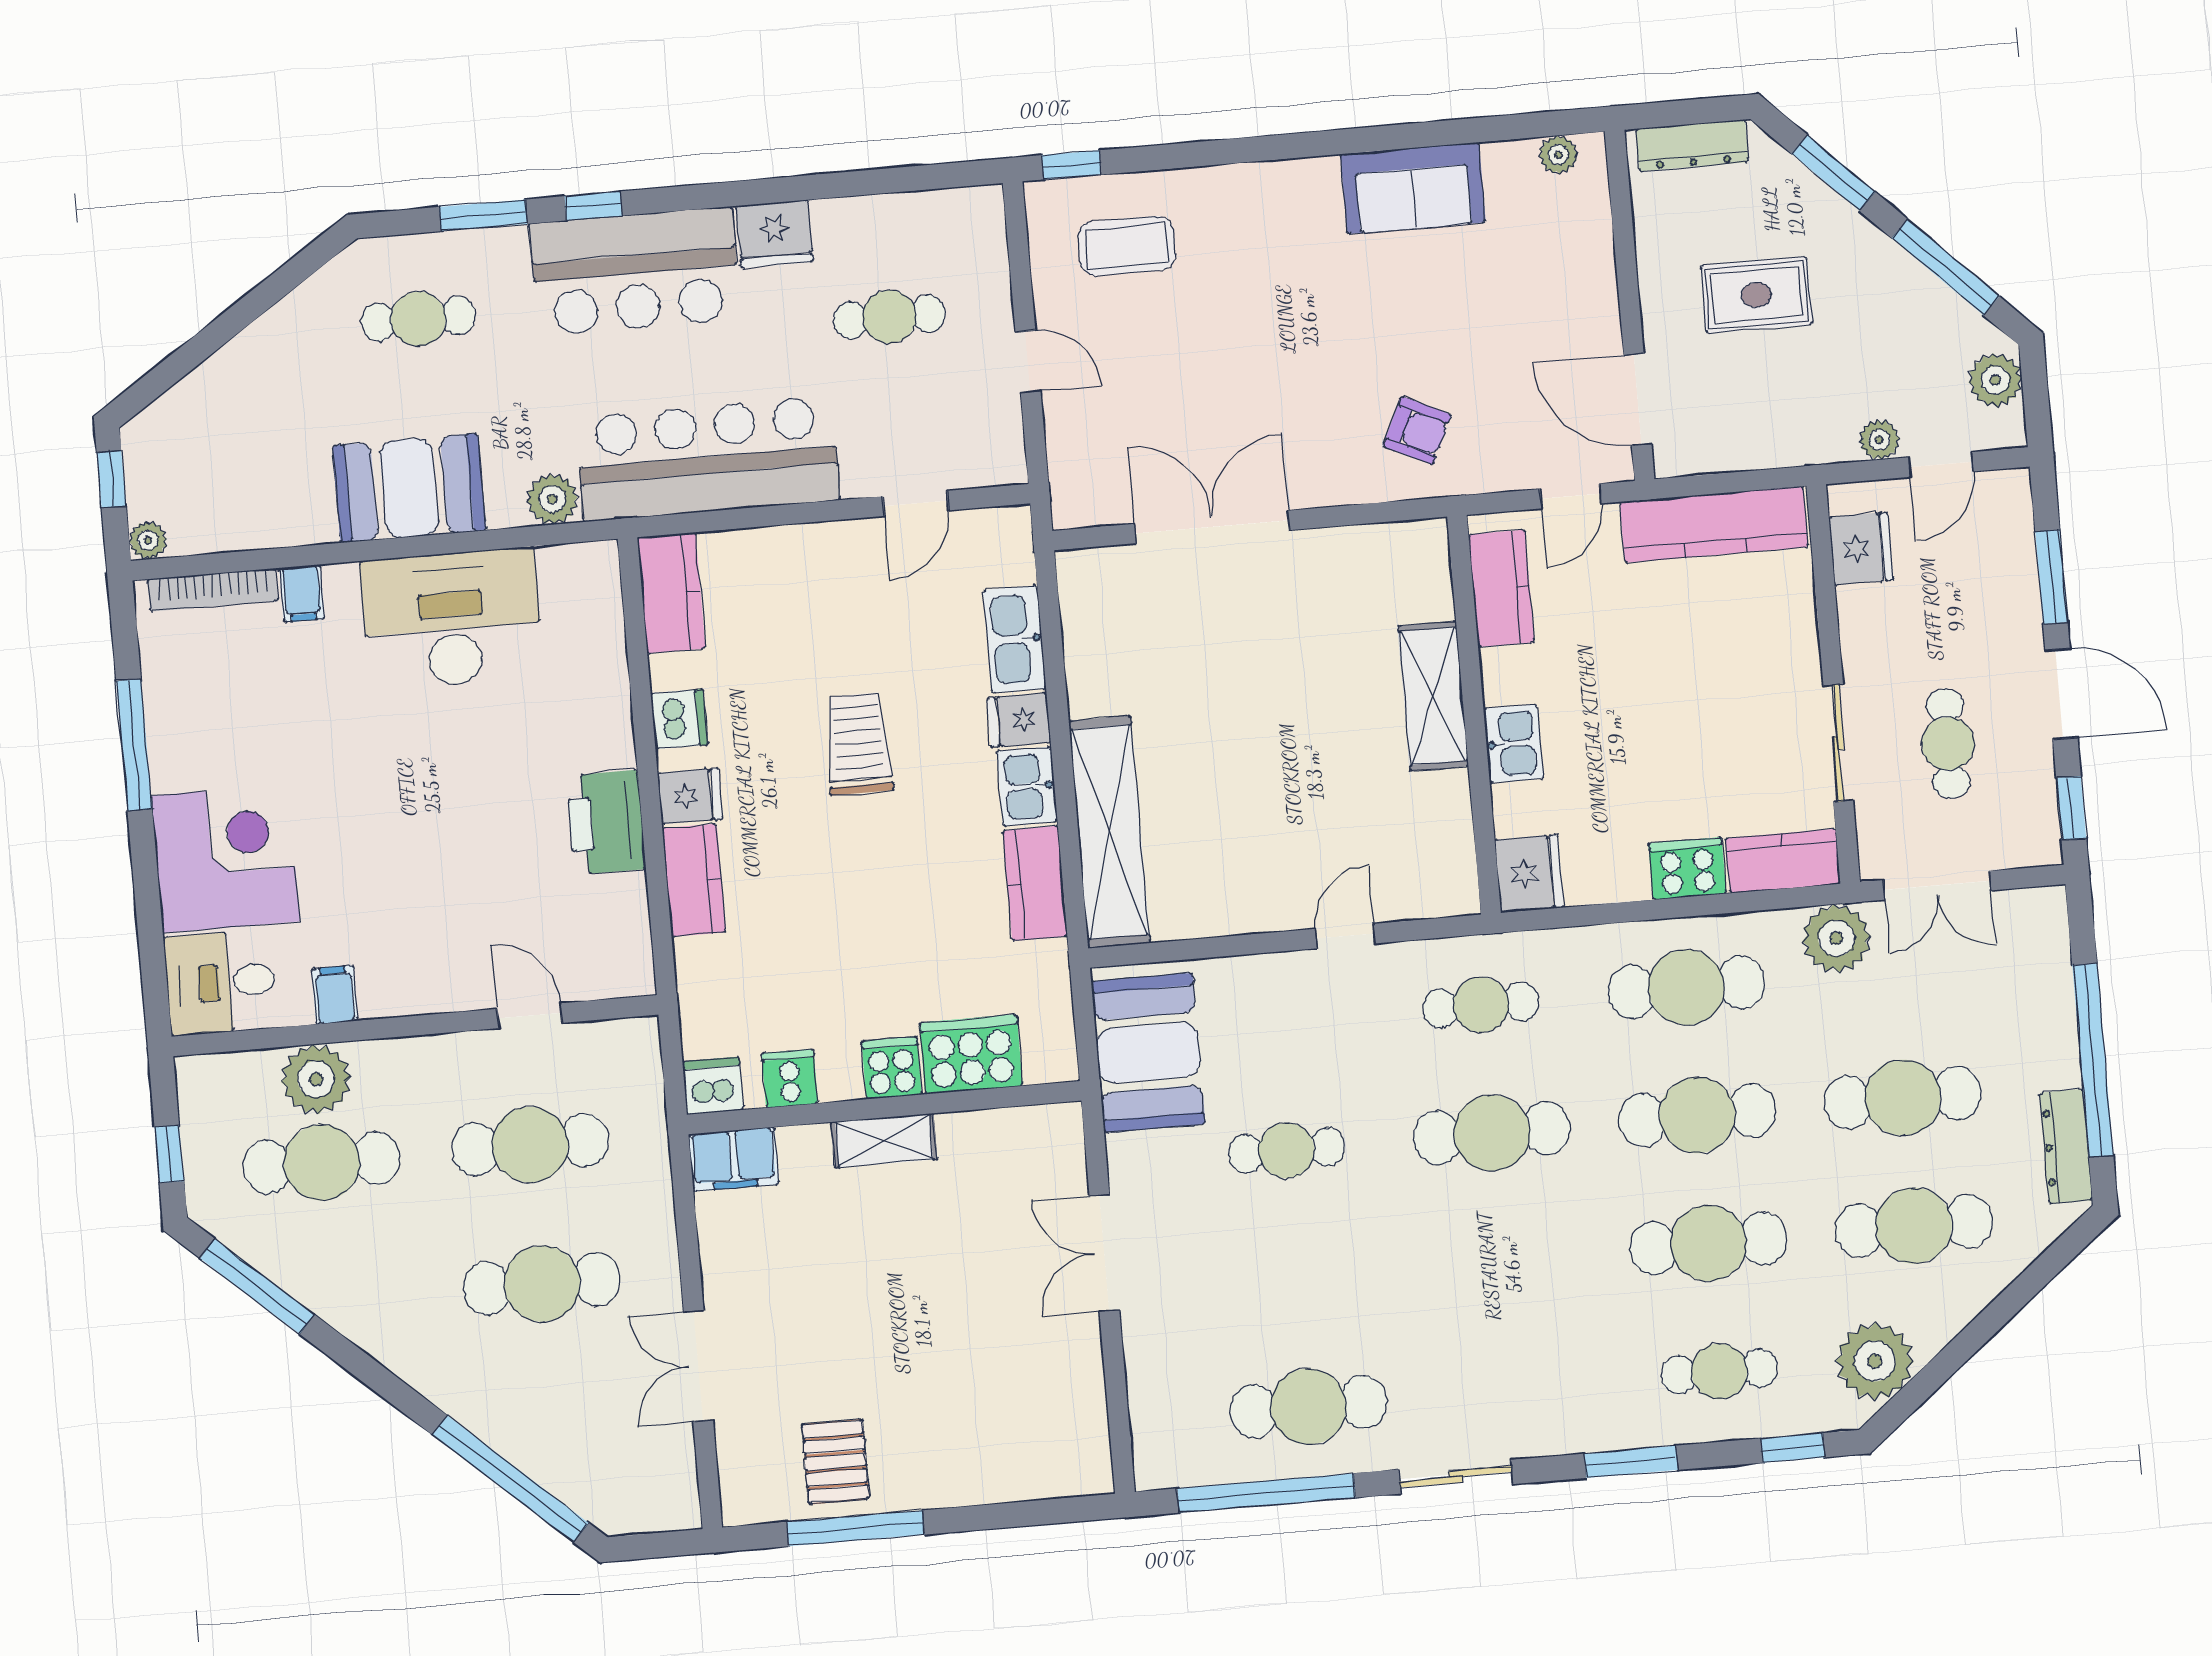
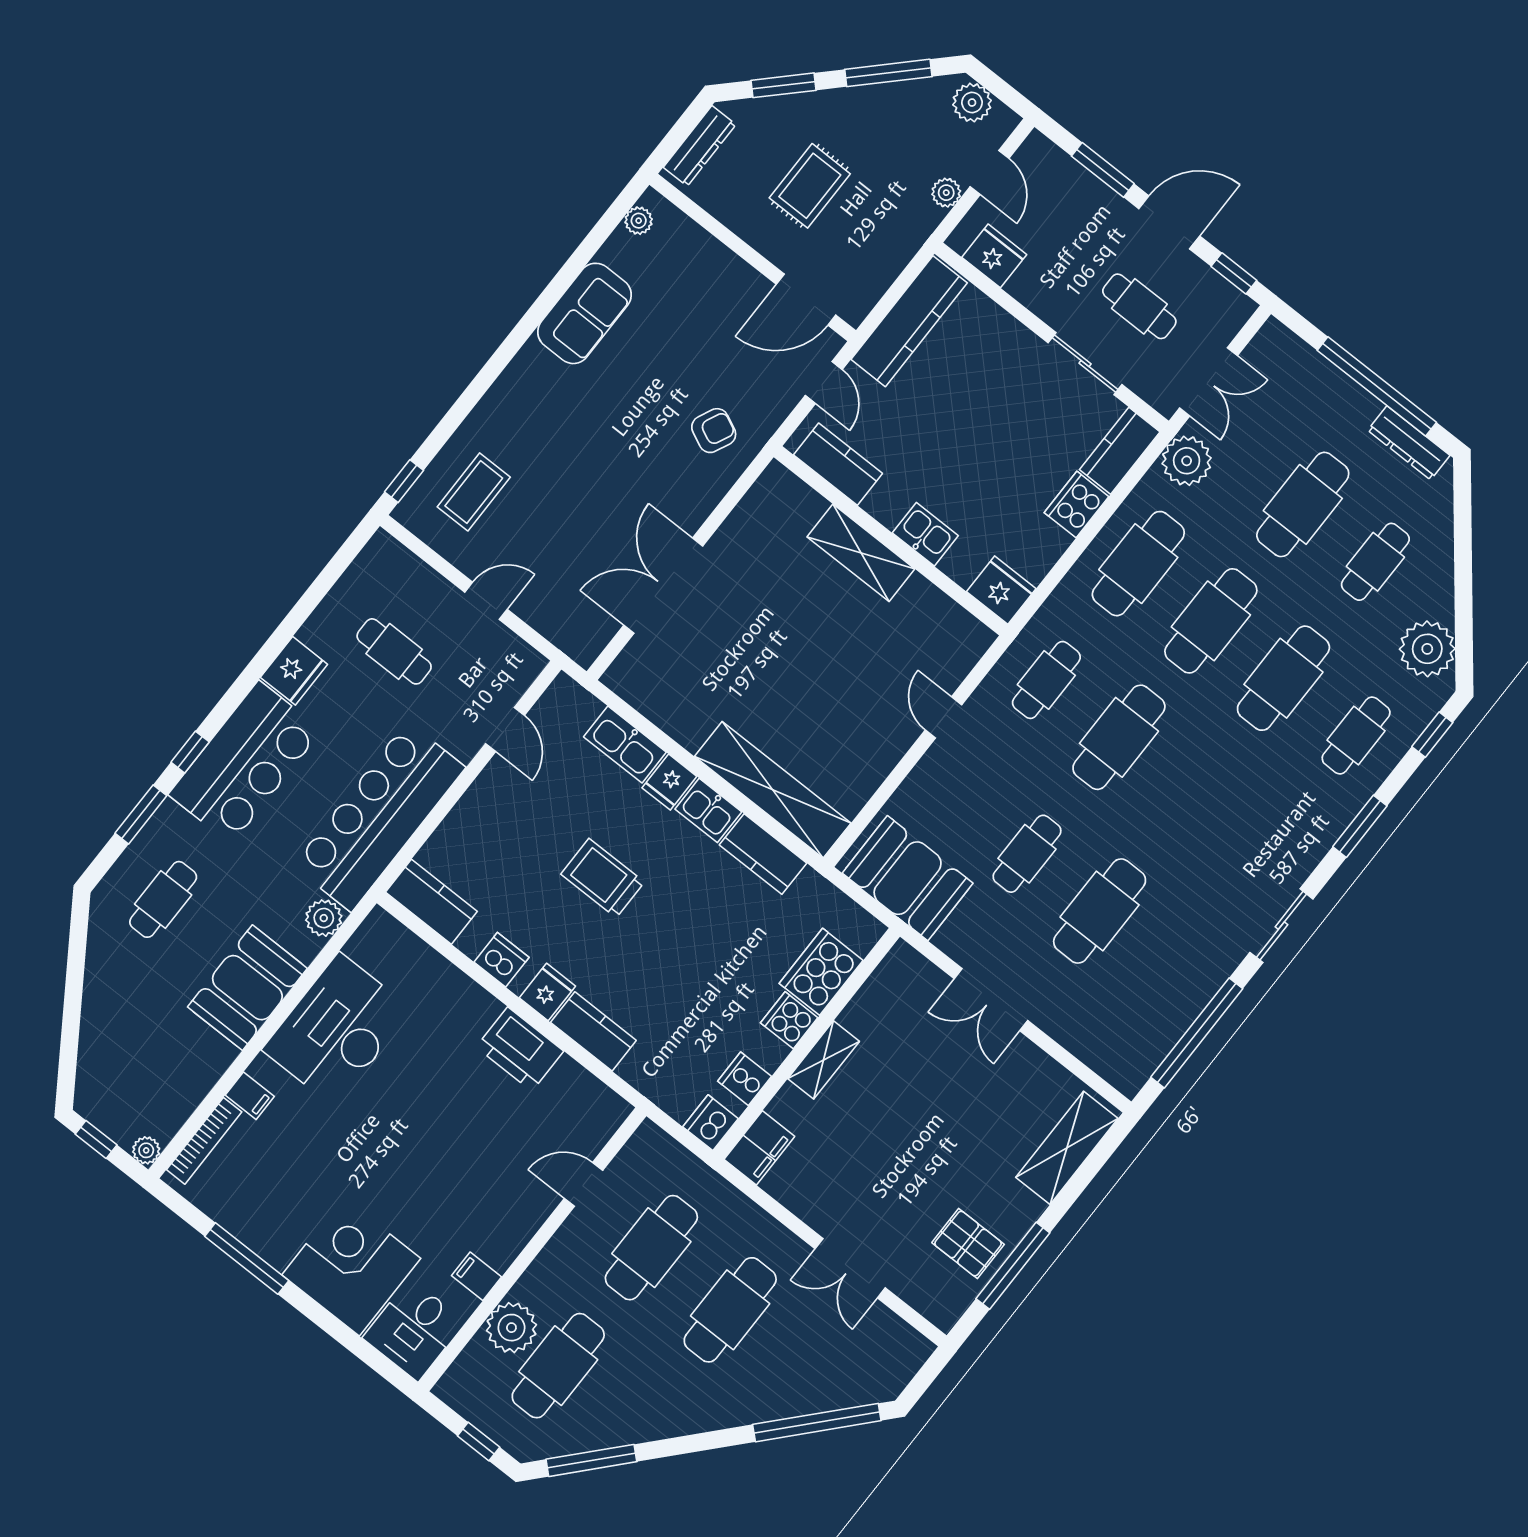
cafe table: (889, 317) -> (394, 651), turned 90
cafe table: (1914, 1226) -> (1375, 562), width x0.73, depth x0.74
cafe table: (1308, 1407) -> (1100, 911), moved
shelving: (1026, 1471) -> (1067, 1148), added

